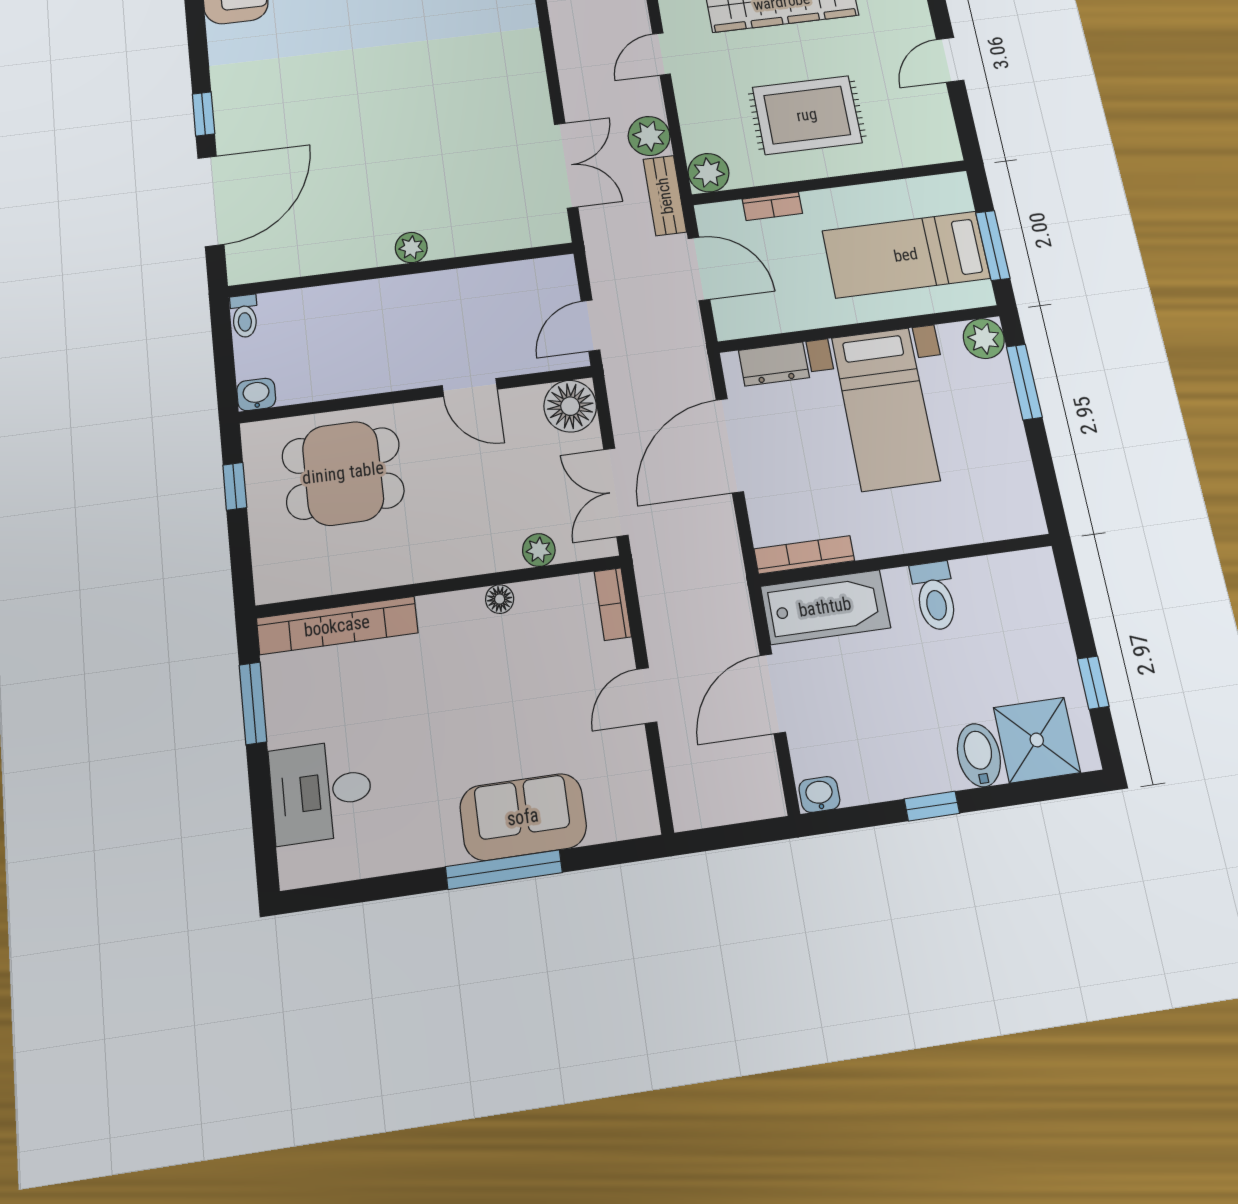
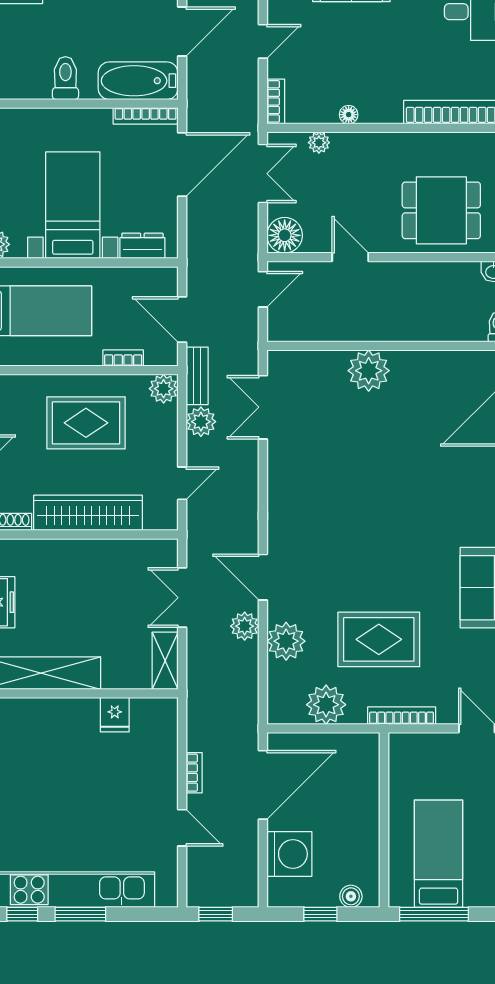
plant: (411, 248) -> (369, 371), width x1.88, depth x1.88
door: (730, 446) -> (182, 164), moved

